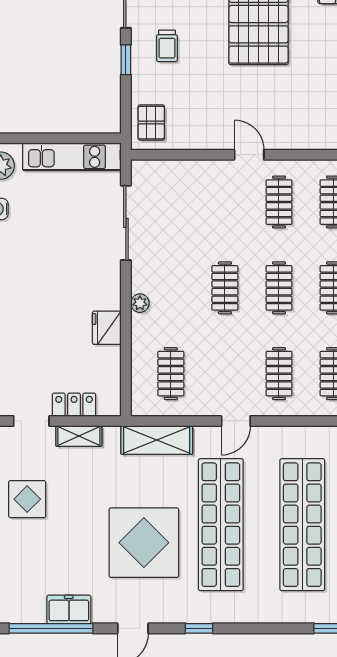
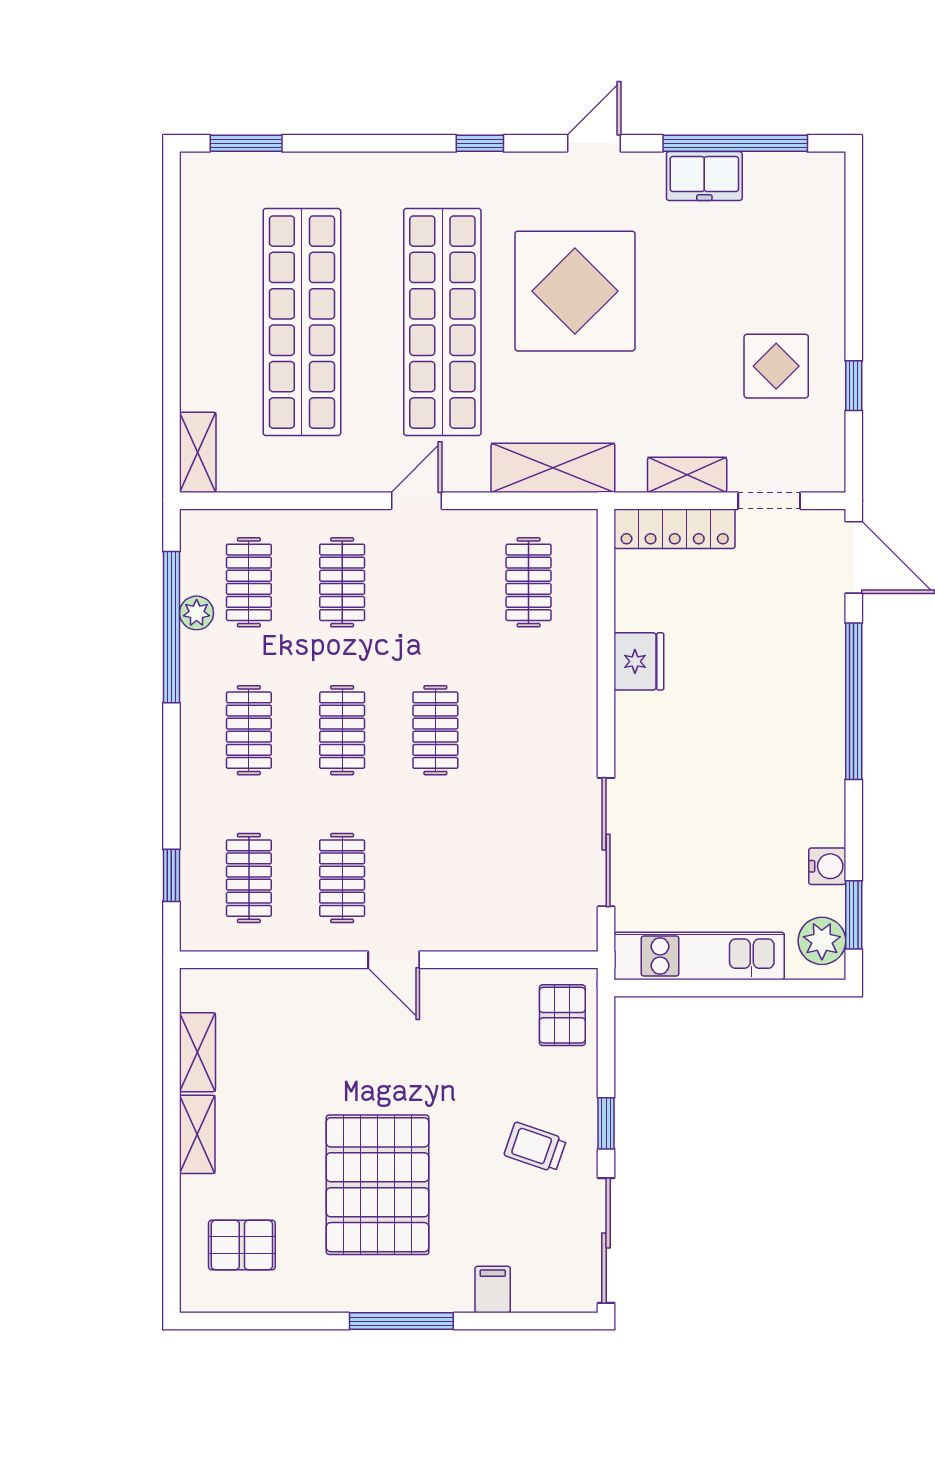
trolley: (167, 46) -> (535, 1147), turned -71
plant: (140, 303) -> (582, 704), removed
locker: (74, 405) -> (675, 529), width x1.53

